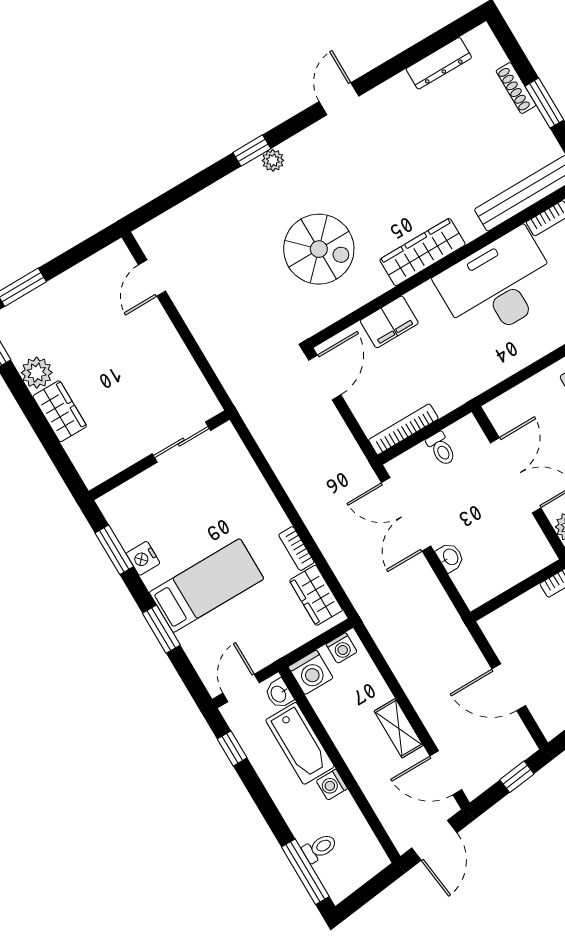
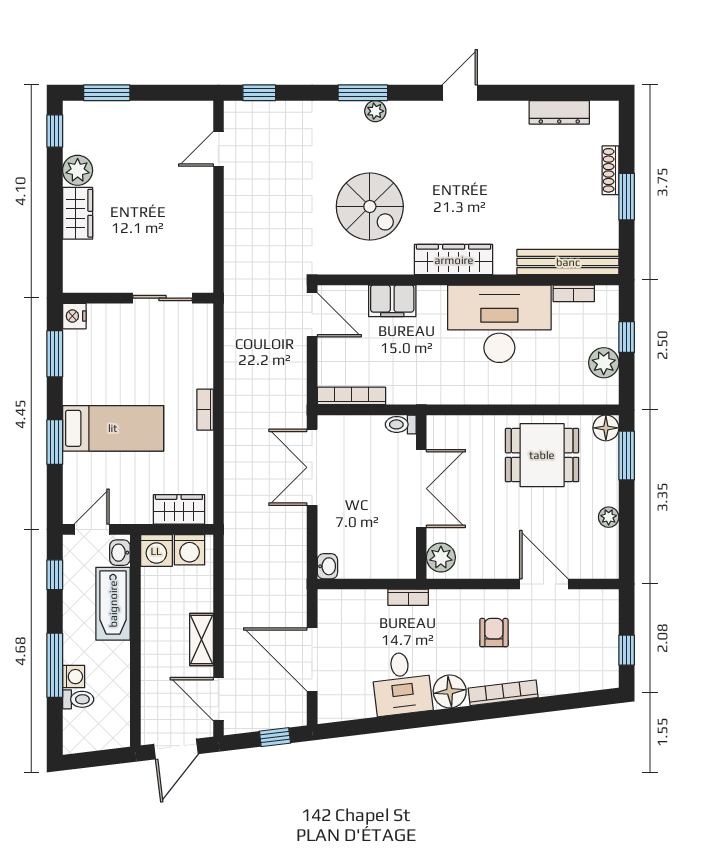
window: (252, 151) -> (363, 93), width x1.50
window: (159, 206) -> (259, 93), added
door: (325, 377) -> (312, 315), hinge flipped
toilet: (441, 449) -> (401, 424), moved, turned 90
bookcase: (296, 549) -> (205, 410), moved
washbasin: (450, 557) -> (327, 566), moved
nightstand: (143, 558) -> (74, 316), moved
wardrobe: (316, 595) -> (179, 509), moved, turned 90
washing machine: (342, 648) -> (190, 550), width x1.38, depth x1.38
door: (509, 687) -> (312, 659), width x1.36
washing machine: (332, 785) -> (74, 677), moved, turned 180
window: (305, 872) -> (55, 665), moved

